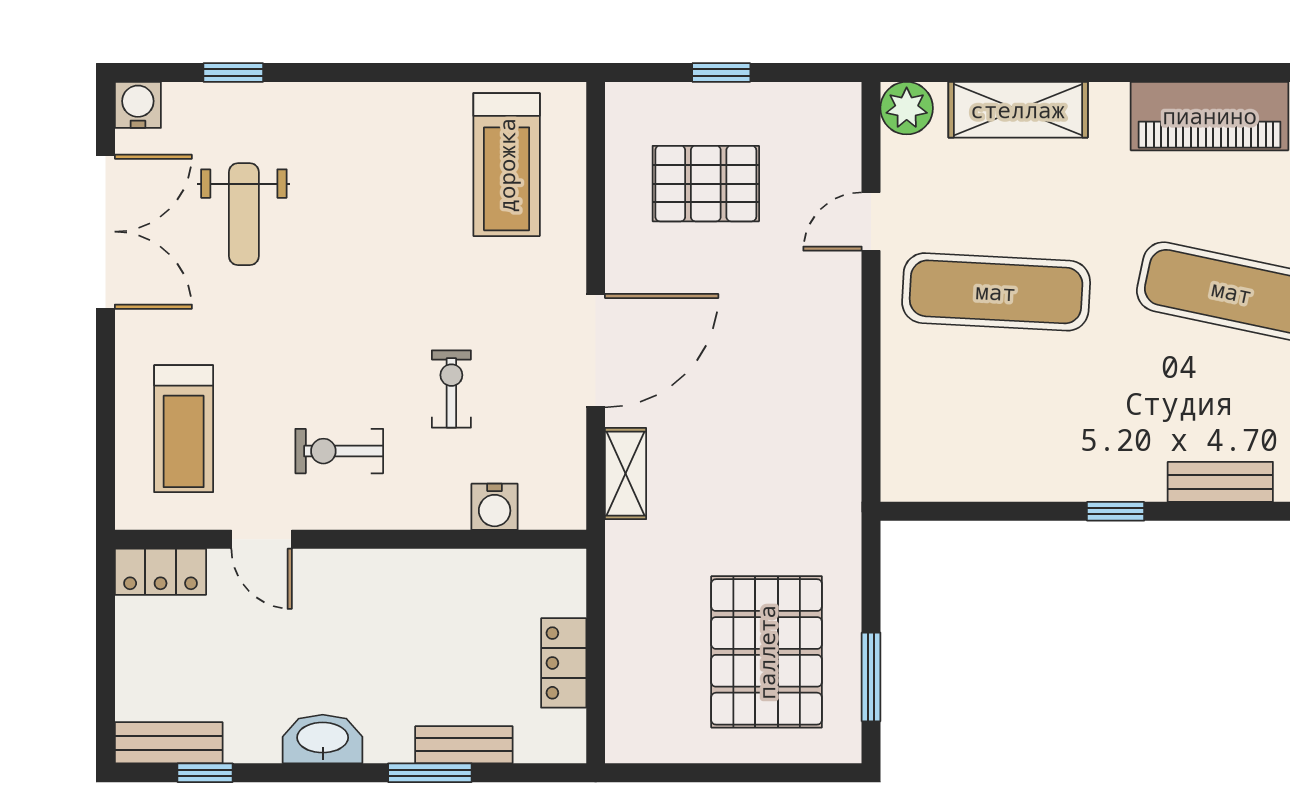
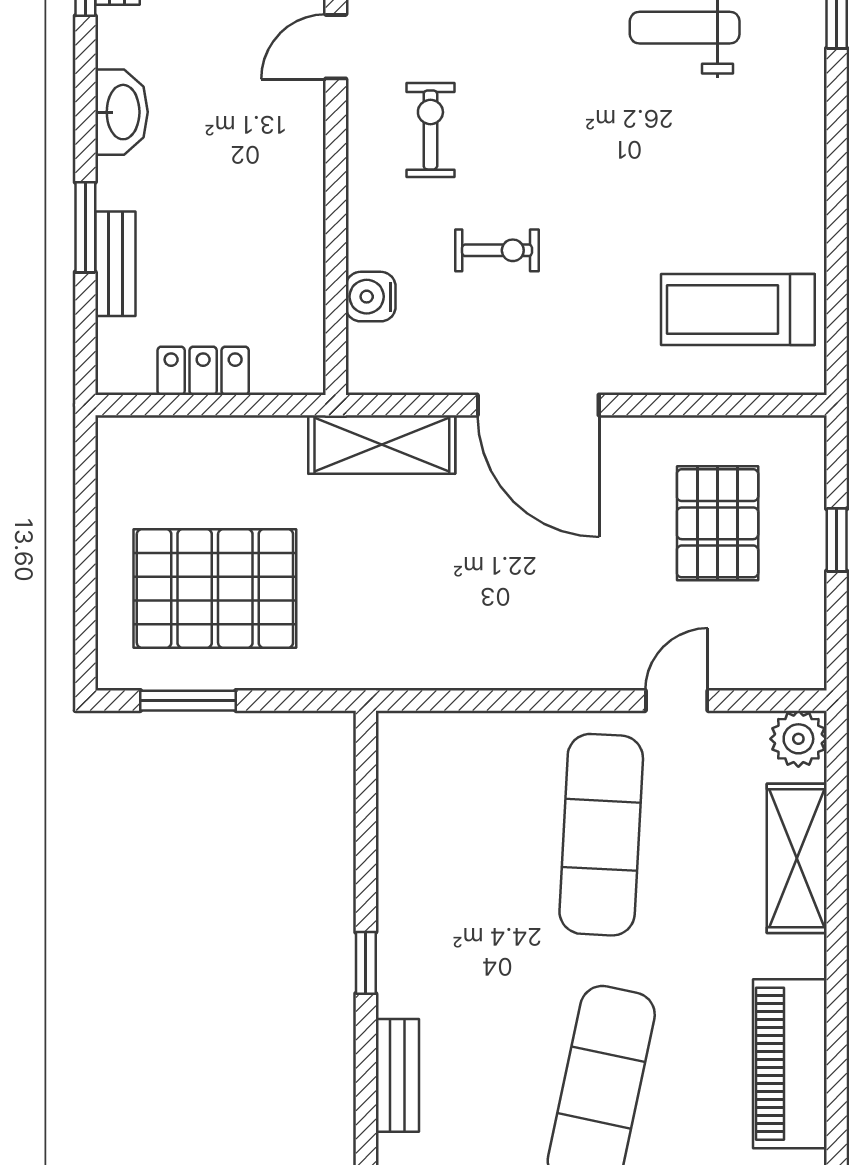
door: (871, 222) -> (677, 701), hinge flipped
shelving: (625, 474) -> (382, 444), width x1.50, depth x1.33

